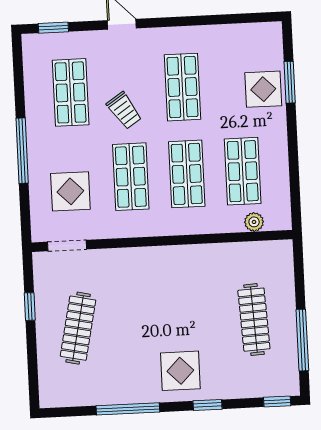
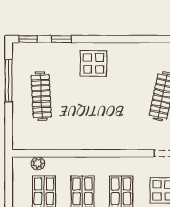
window: (207, 405) -> (61, 39), moved
window: (128, 409) -> (131, 39), removed

